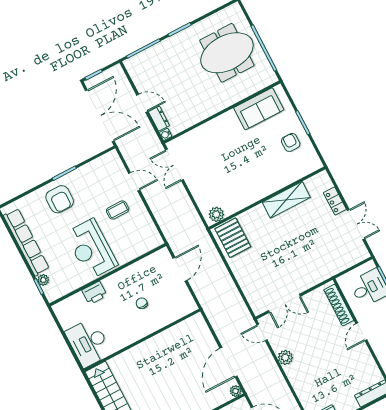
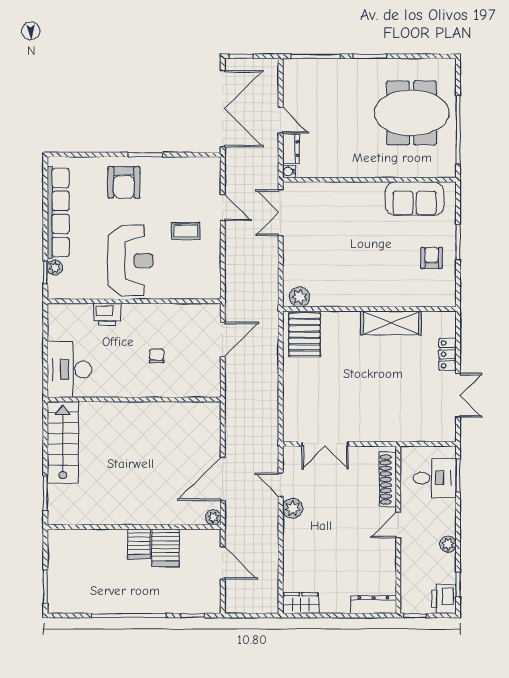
reception desk: (91, 249) -> (131, 261), turned 180
door: (262, 332) -> (281, 485), moved

